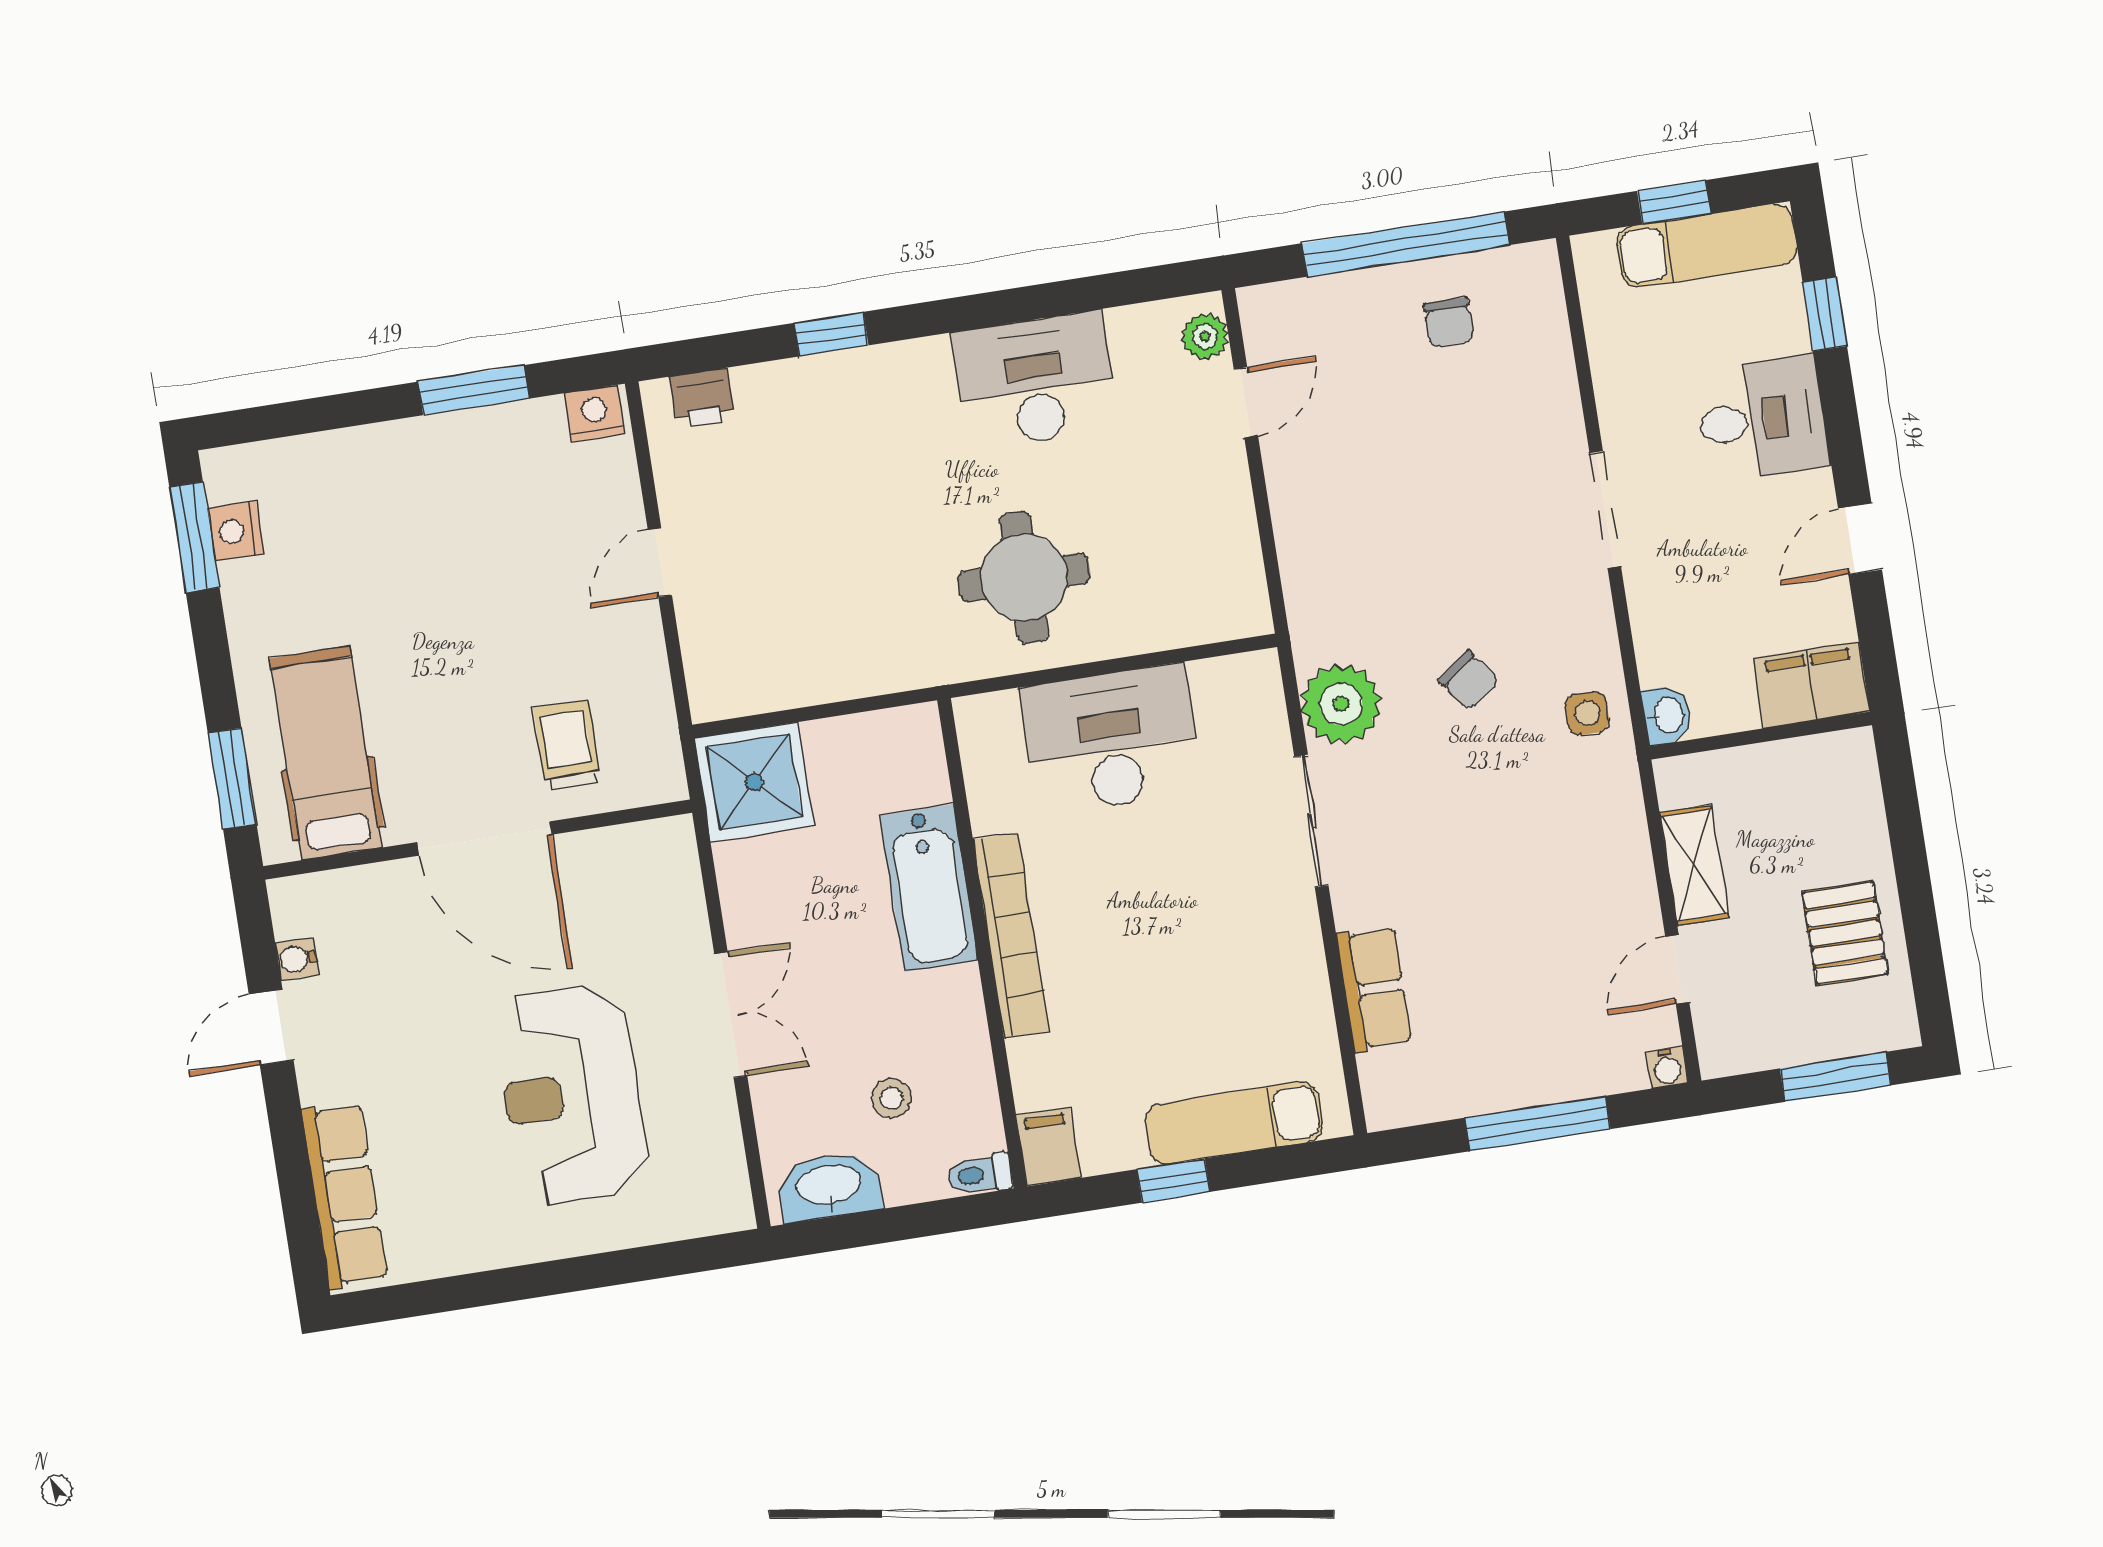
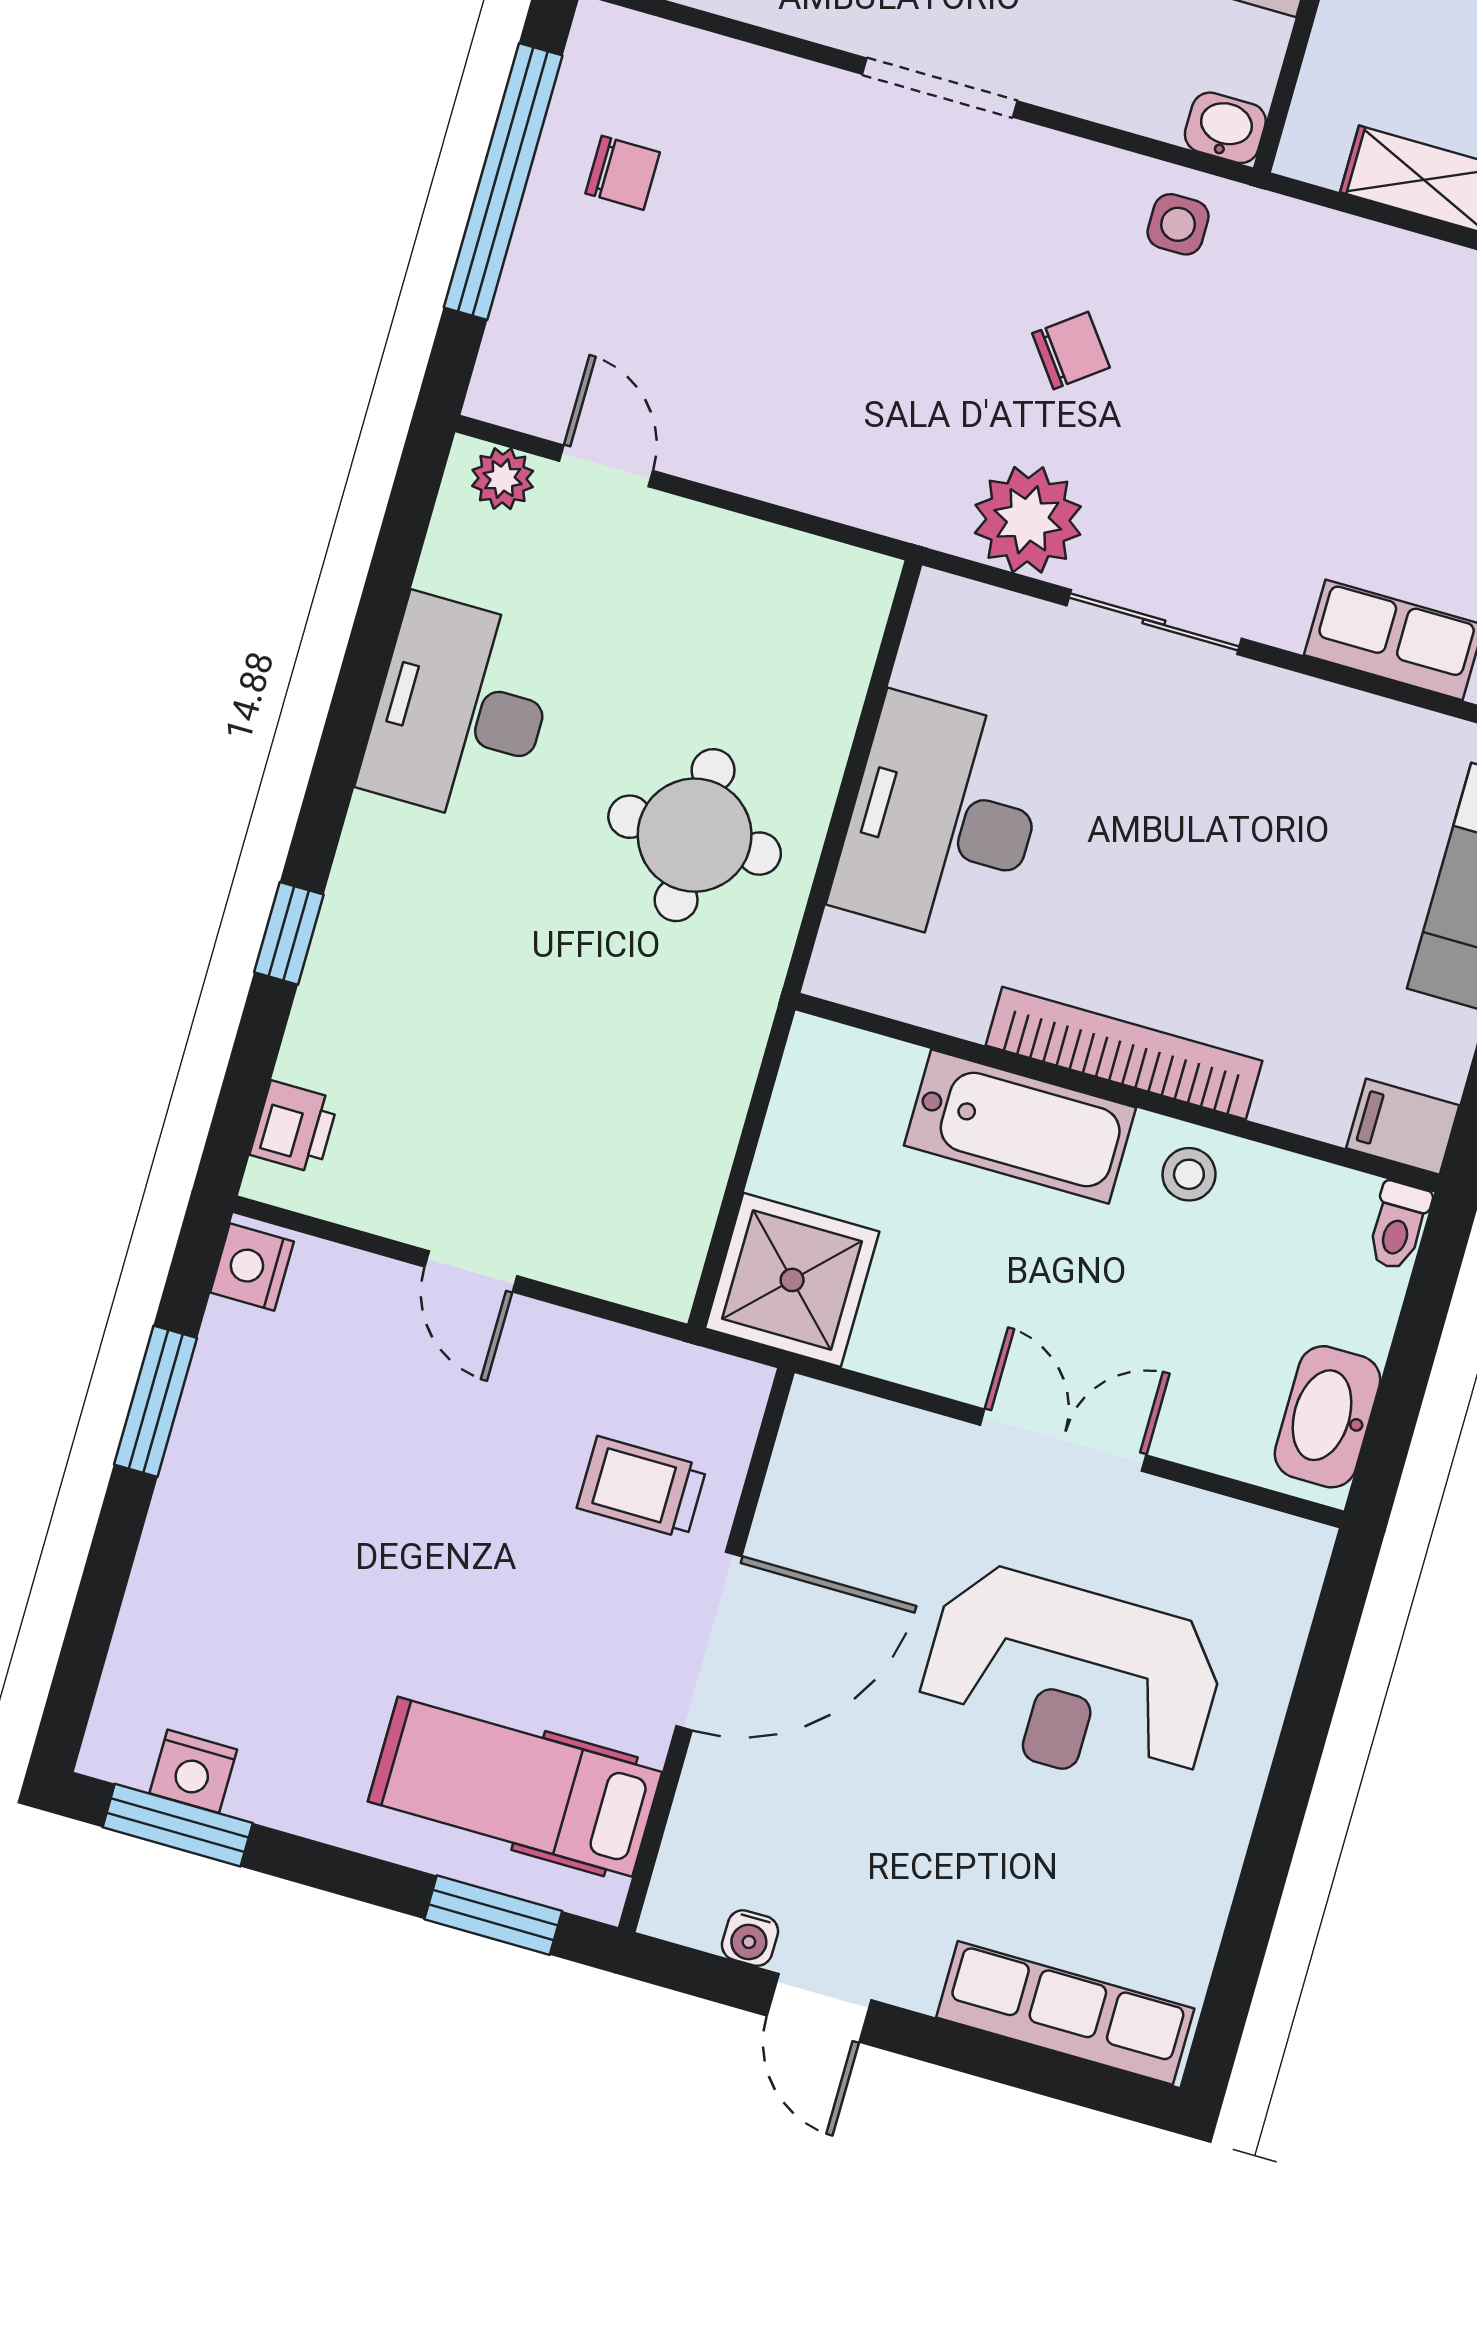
stool: (892, 1098) -> (1189, 1174), moved

